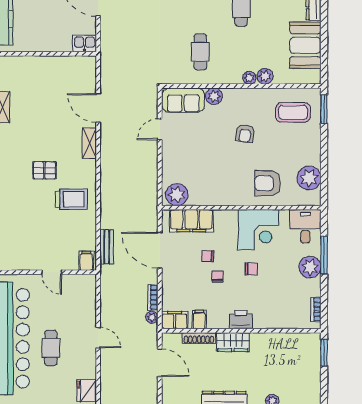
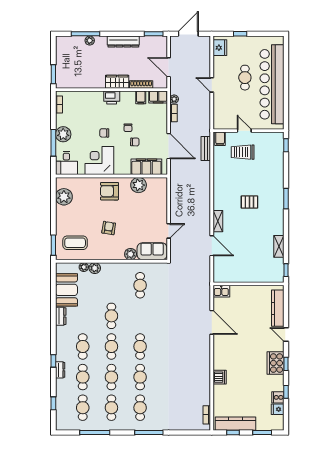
plant: (249, 78) -> (84, 267), moved
armchair: (268, 183) -> (109, 191), moved, turned 180
plant: (177, 195) -> (139, 185), moved
trolley: (71, 199) -> (243, 152), moved

